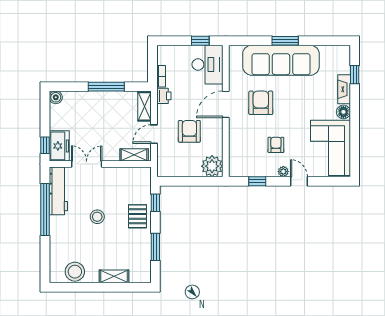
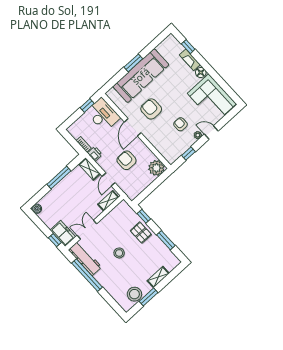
window: (86, 287) -> (148, 297), added

